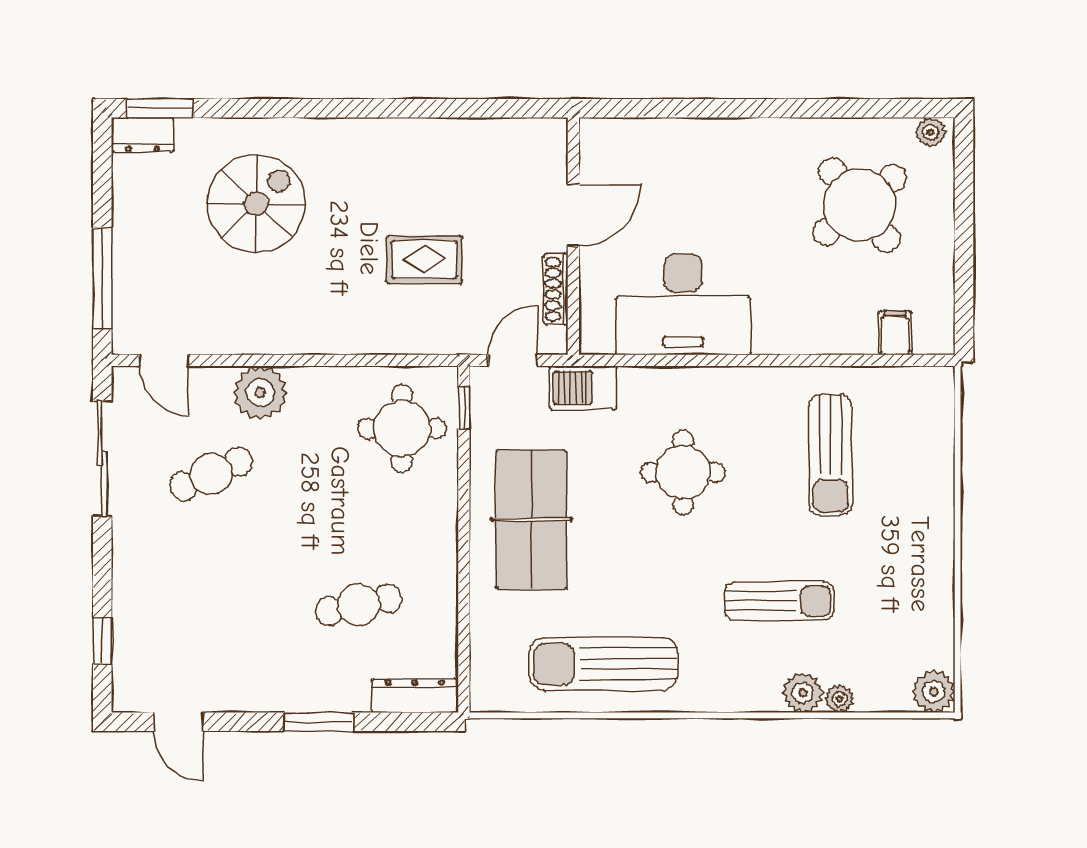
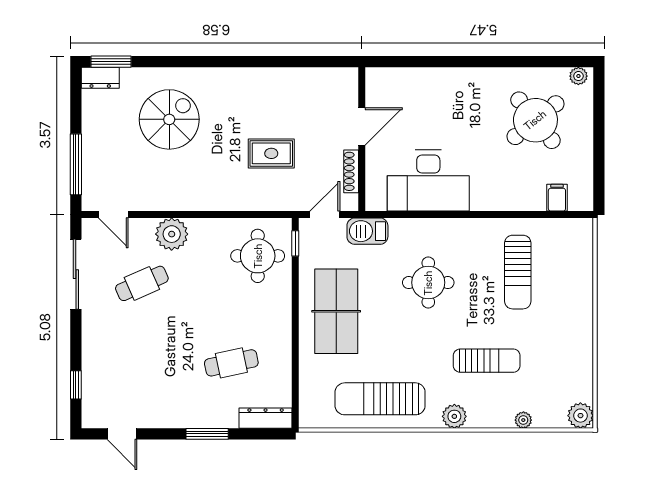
plant: (803, 693) -> (454, 416), moved

